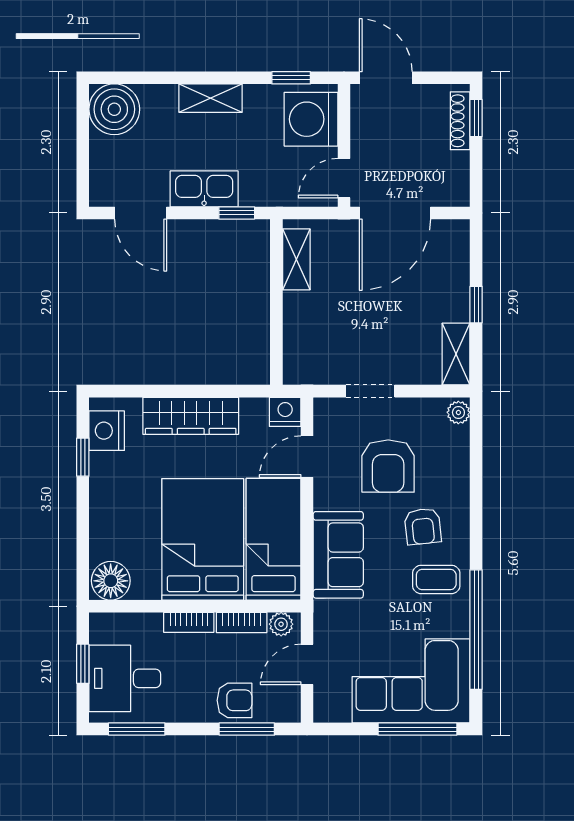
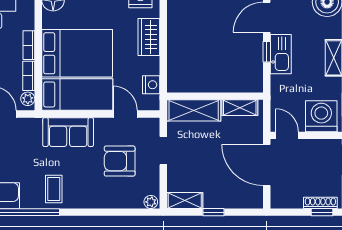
window: (237, 213) -> (267, 52), moved
shelving: (301, 339) -> (194, 110), added
nightstand: (285, 412) -> (151, 85), moved
wardrobe: (191, 416) -> (149, 37), width x0.67
armchair: (423, 526) -> (85, 181), removed

